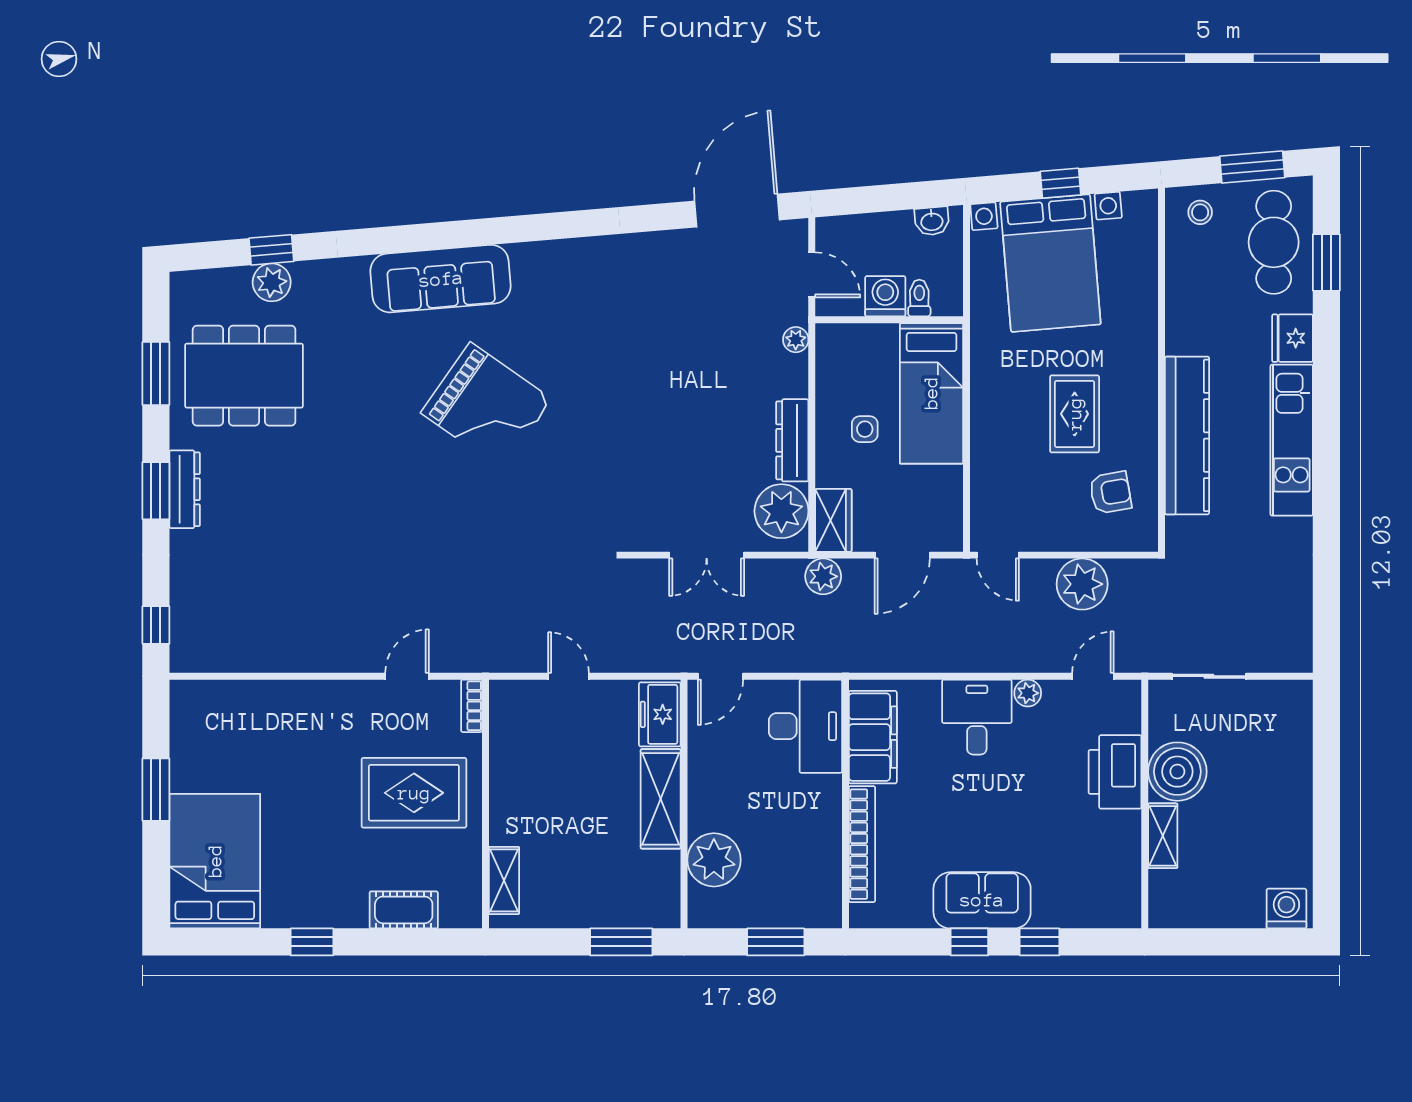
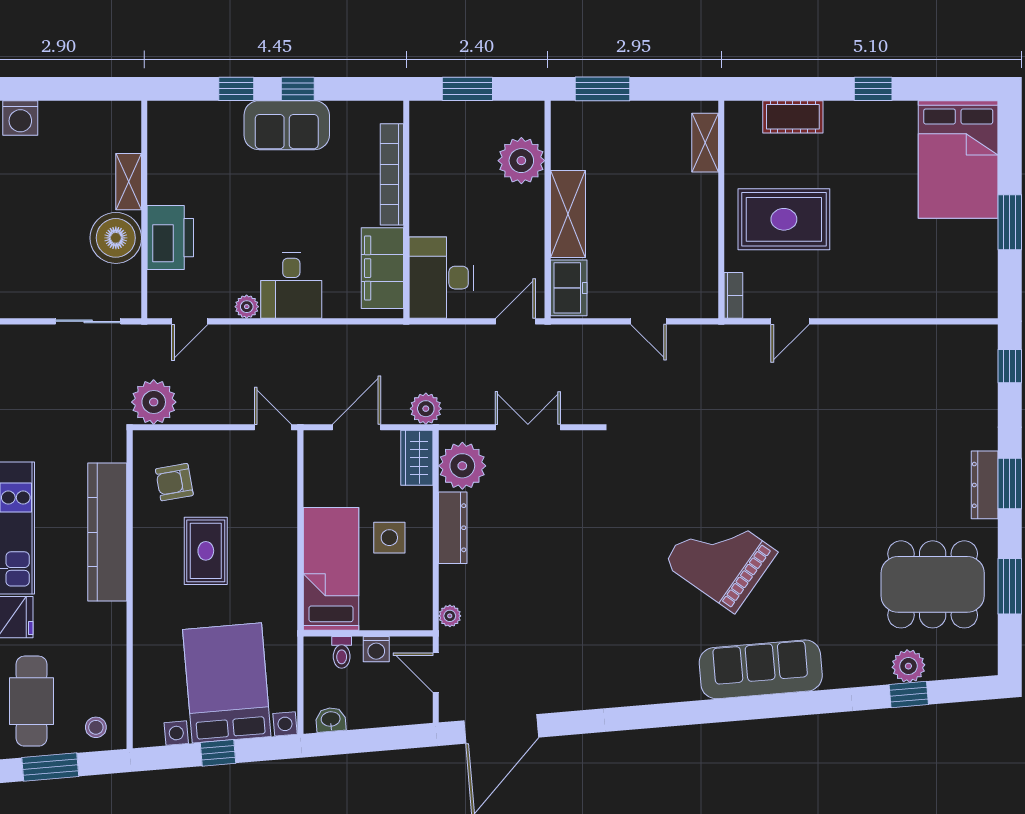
washing machine: (885, 296) -> (376, 649), width x0.73, depth x0.73
side table: (865, 429) -> (389, 538), width x1.37, depth x1.37
plant: (1082, 584) -> (154, 402), moved

